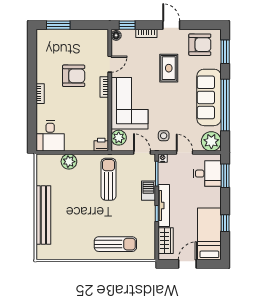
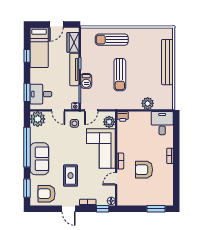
sofa: (209, 97) -> (39, 159), width x0.73
door: (142, 153) -> (91, 110), hinge flipped
sun lounger: (109, 179) -> (120, 75), moved

